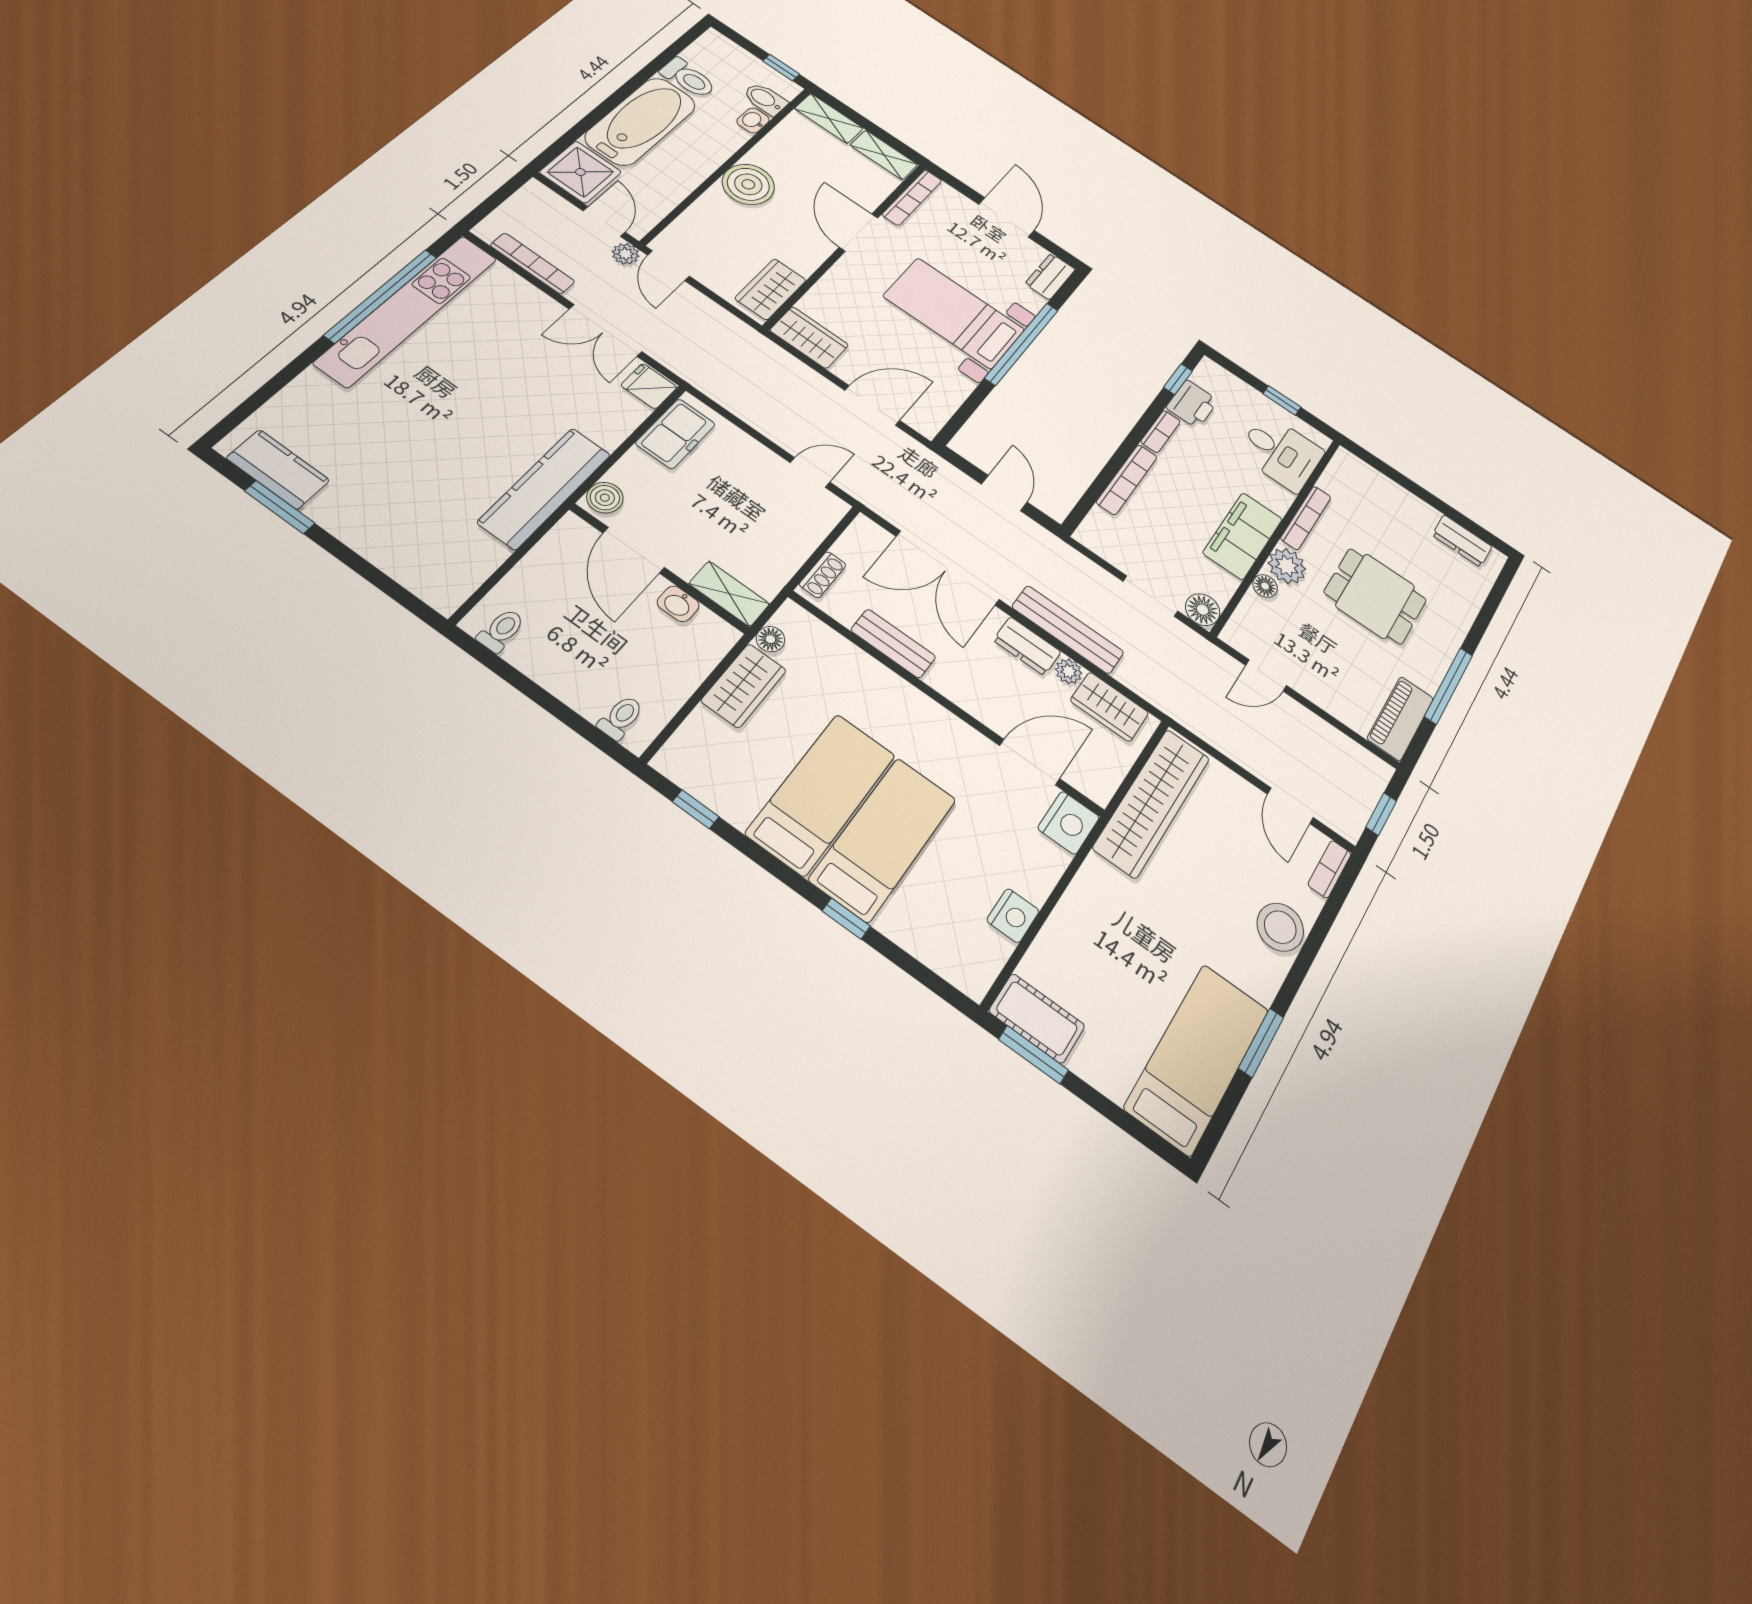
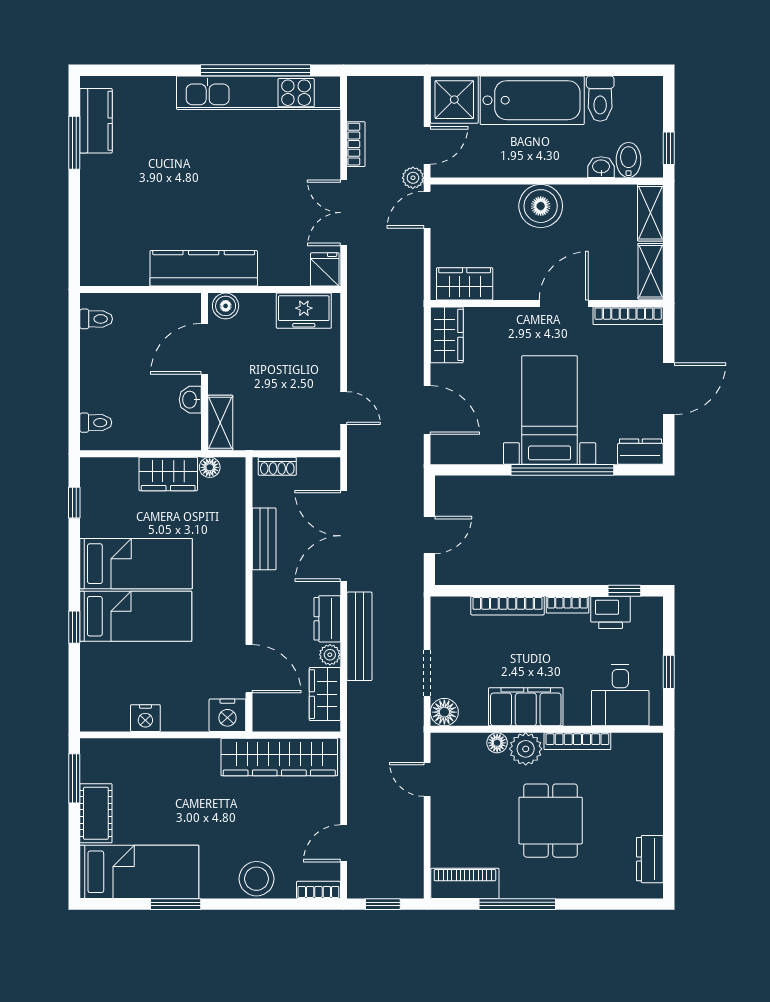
bookcase: (532, 263) -> (356, 144), width x0.64
cot: (1037, 1018) -> (96, 813), moved

